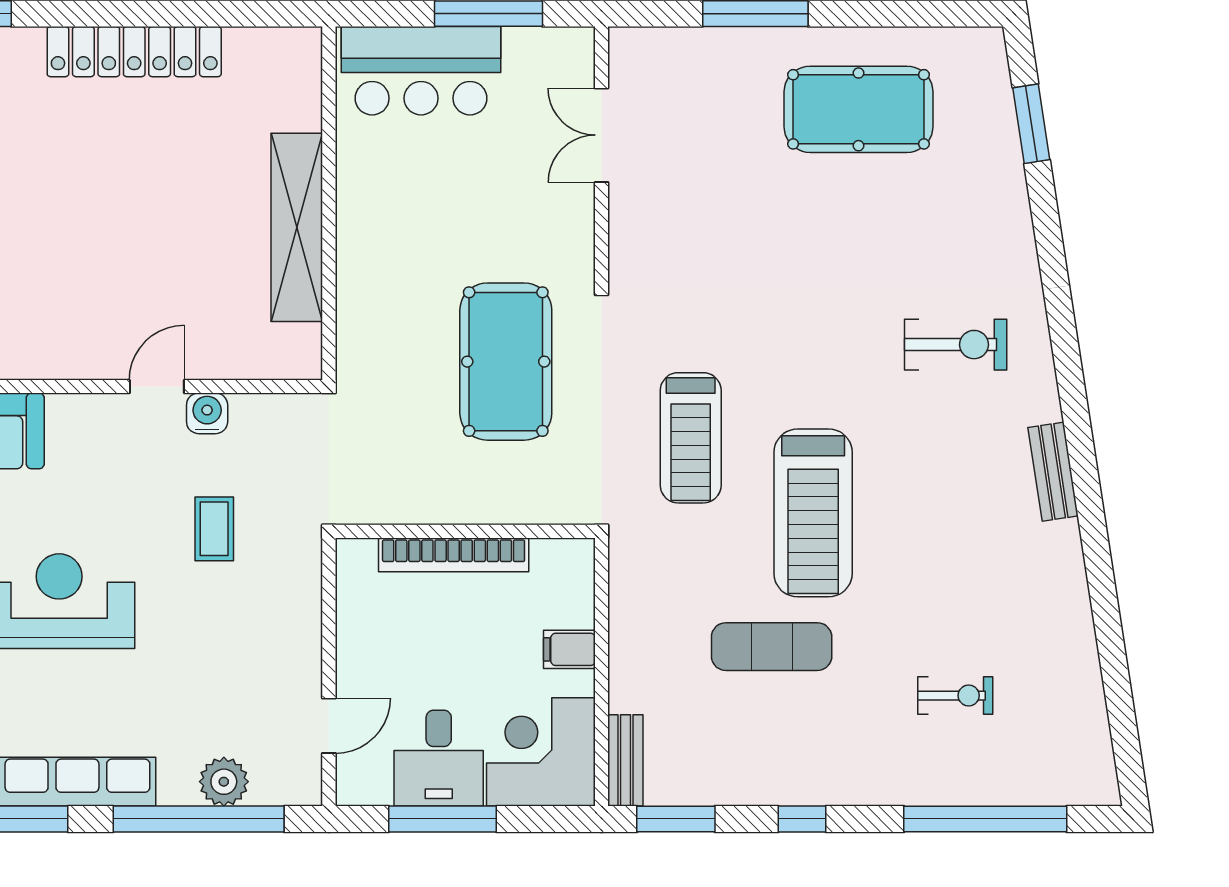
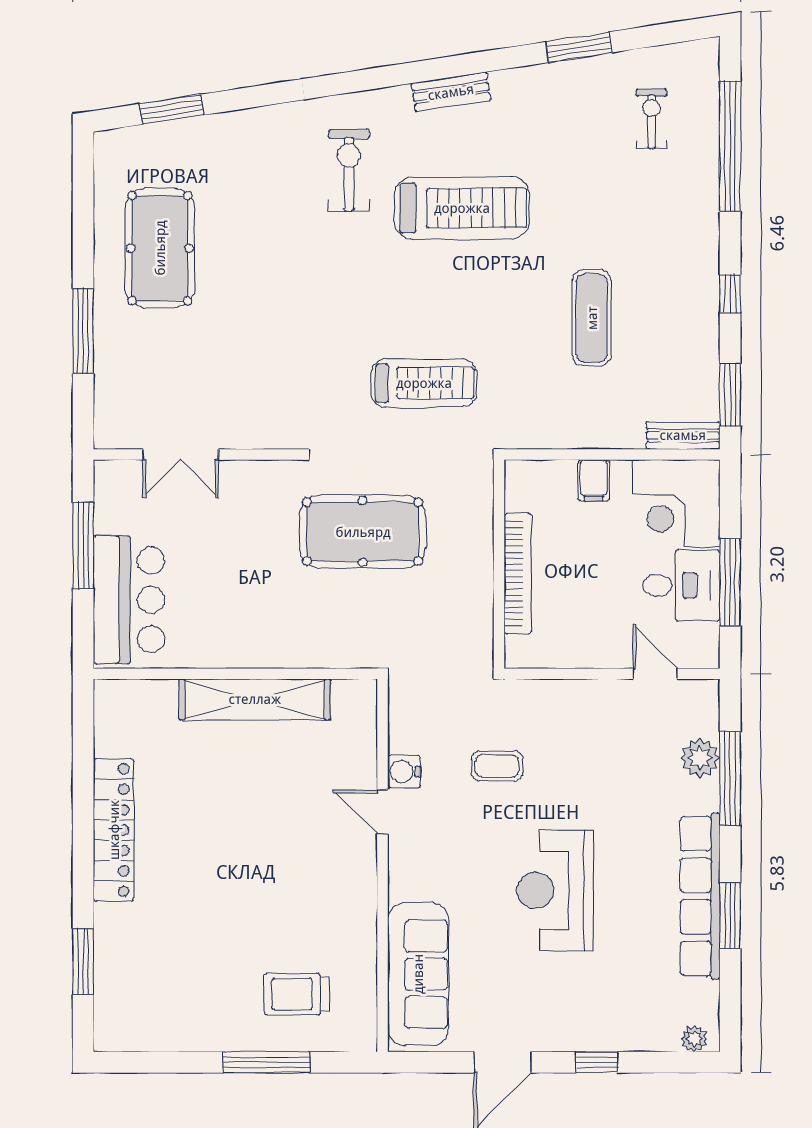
treadmill: (813, 513) -> (462, 208), moved
window: (1109, 631) -> (579, 47), added
exercise bike: (955, 696) -> (652, 119), moved
window: (199, 819) -> (730, 778), width x0.68

